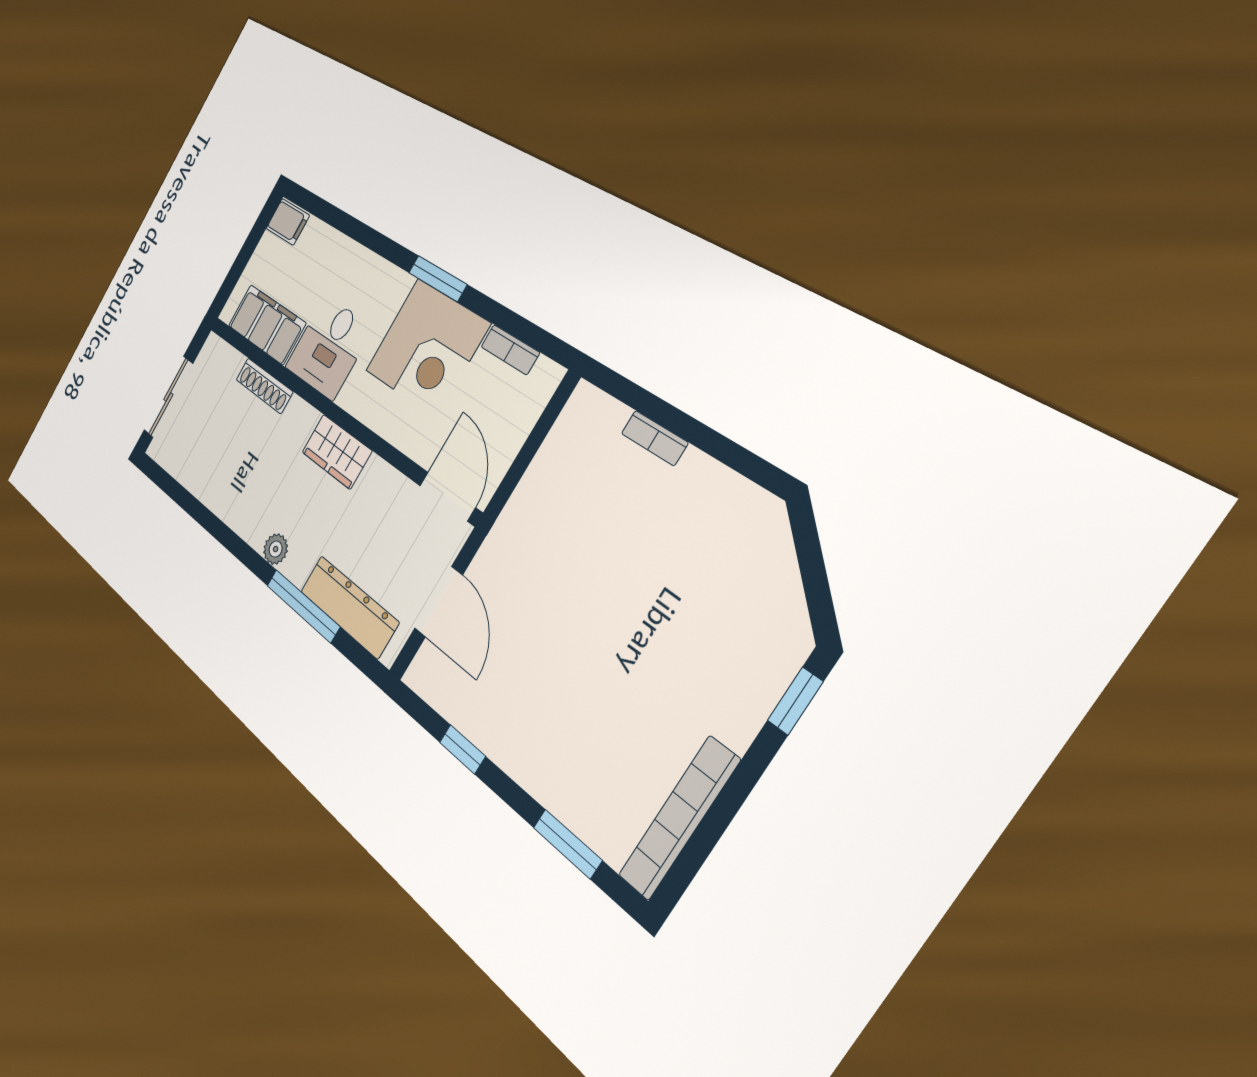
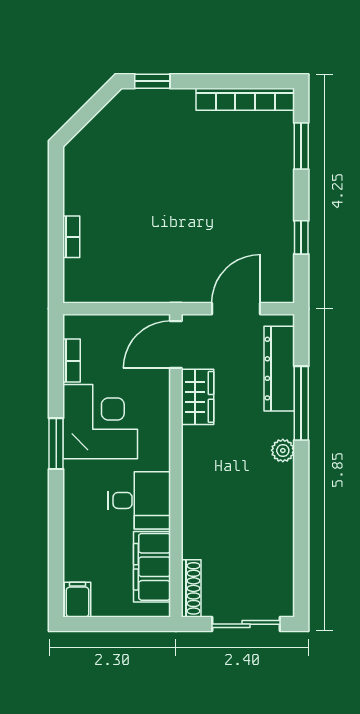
shoe rack: (264, 386) -> (191, 588), moved
wardrobe: (337, 452) -> (197, 397), moved

